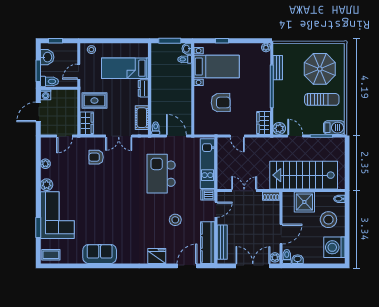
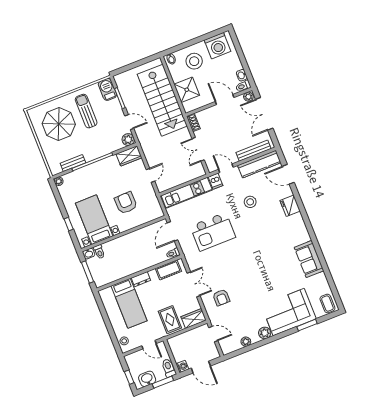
door: (295, 136) -> (129, 122), swing flipped

